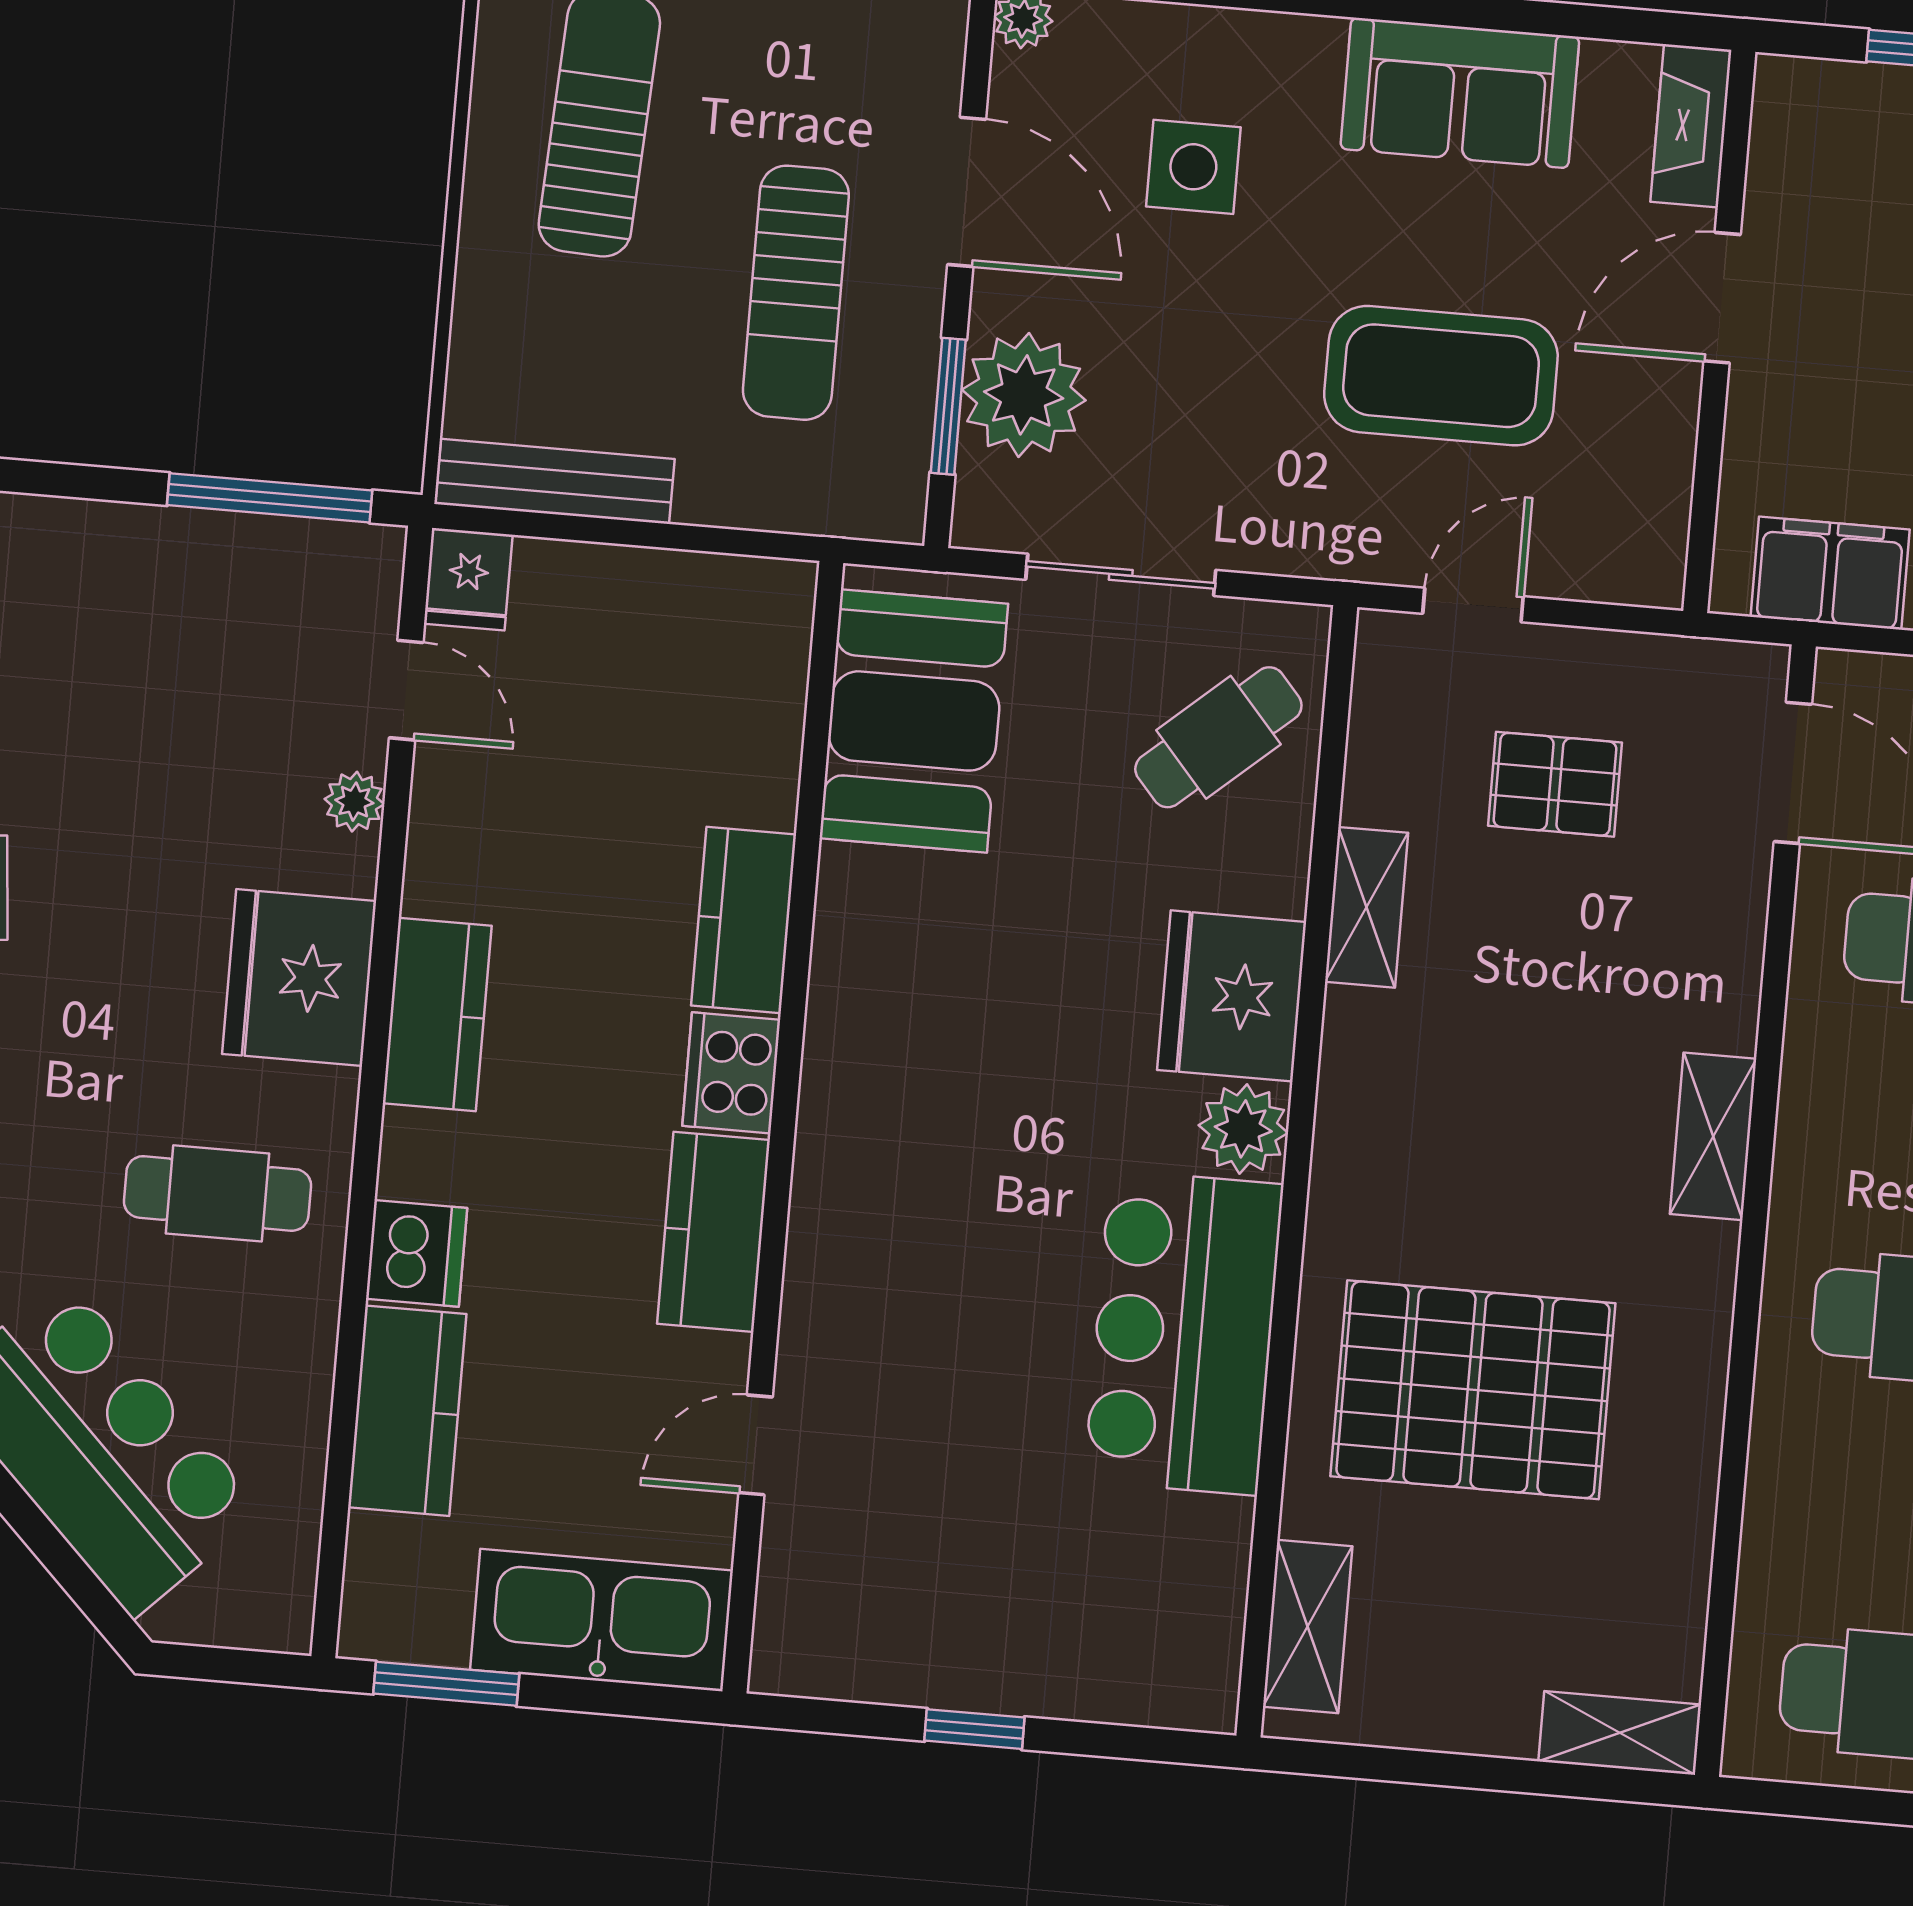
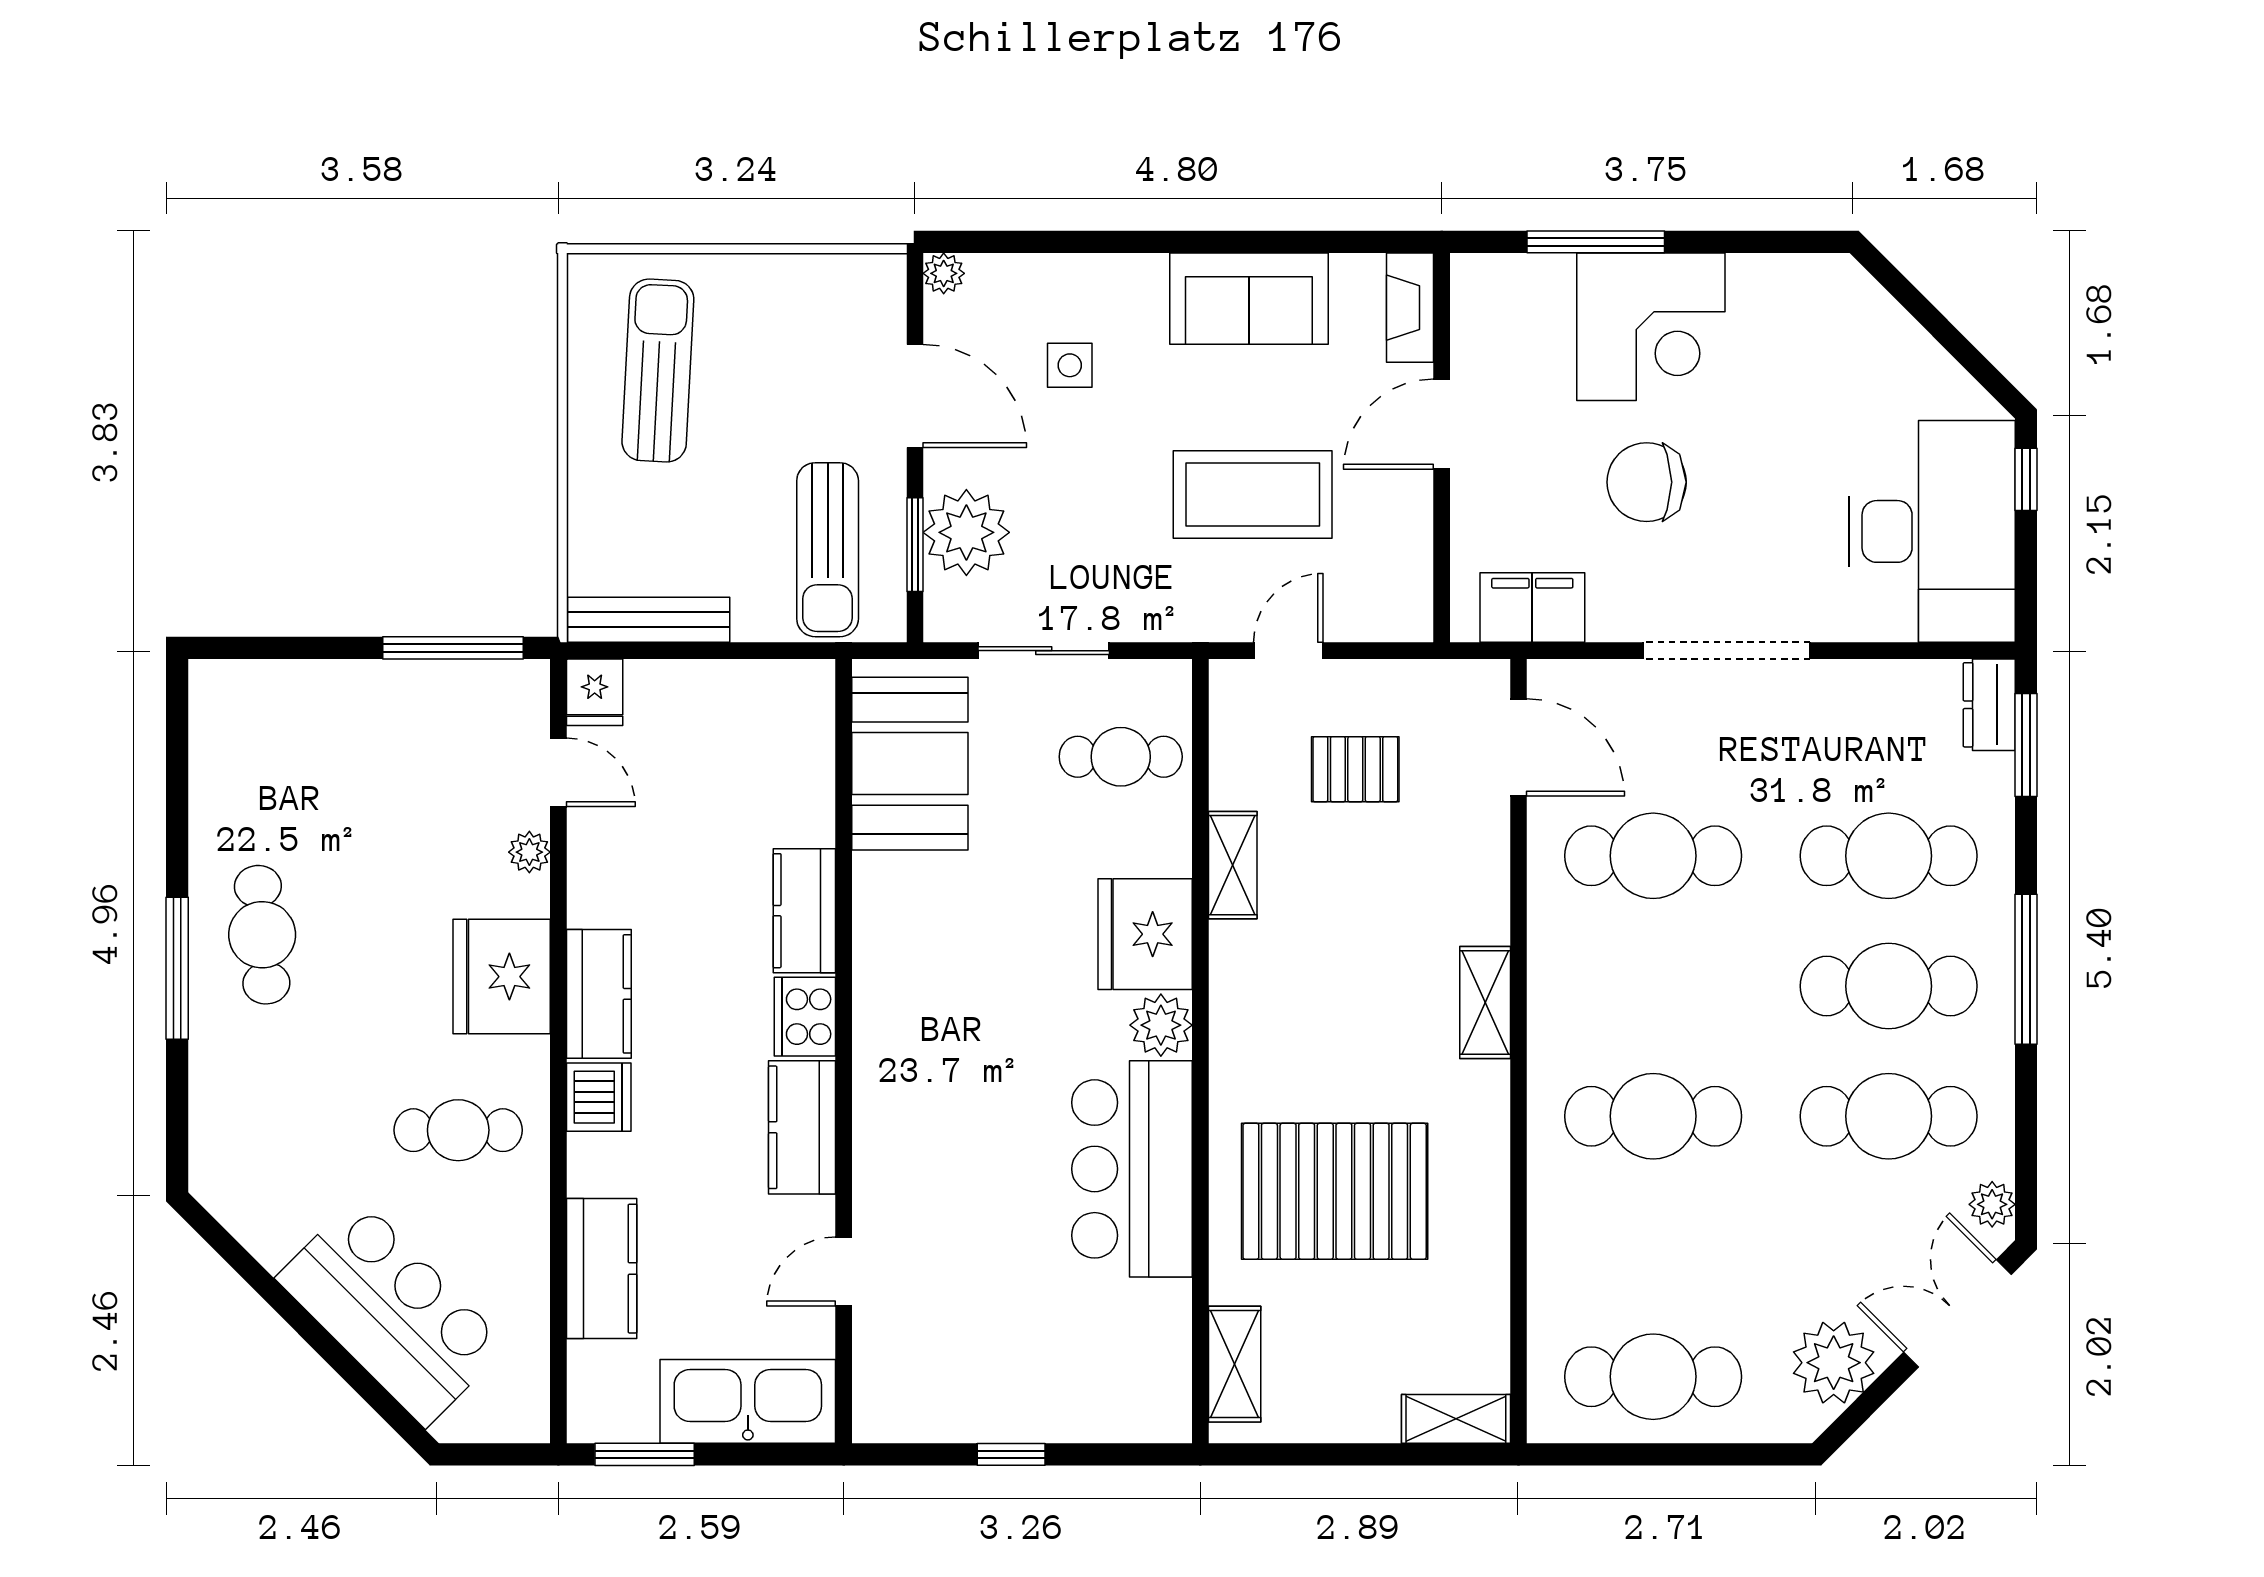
side table: (1193, 167) -> (1070, 365), width x0.73, depth x0.73
sun lounger: (796, 293) -> (828, 550), moved
cafe table: (1218, 737) -> (1121, 757), turned 41
dishwasher: (416, 1253) -> (599, 1097), moved

